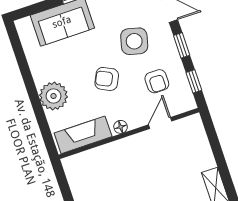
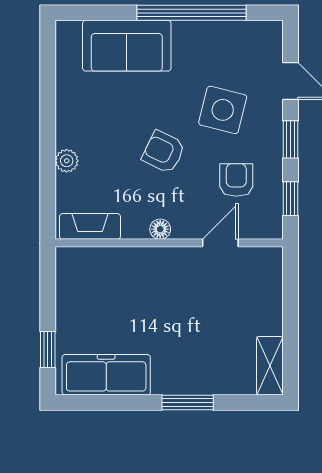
armchair: (157, 81) -> (236, 180), turned 180
plant: (53, 96) -> (67, 161), width x0.53, depth x0.53
fireplace: (83, 135) -> (90, 226), width x0.73, depth x0.76

